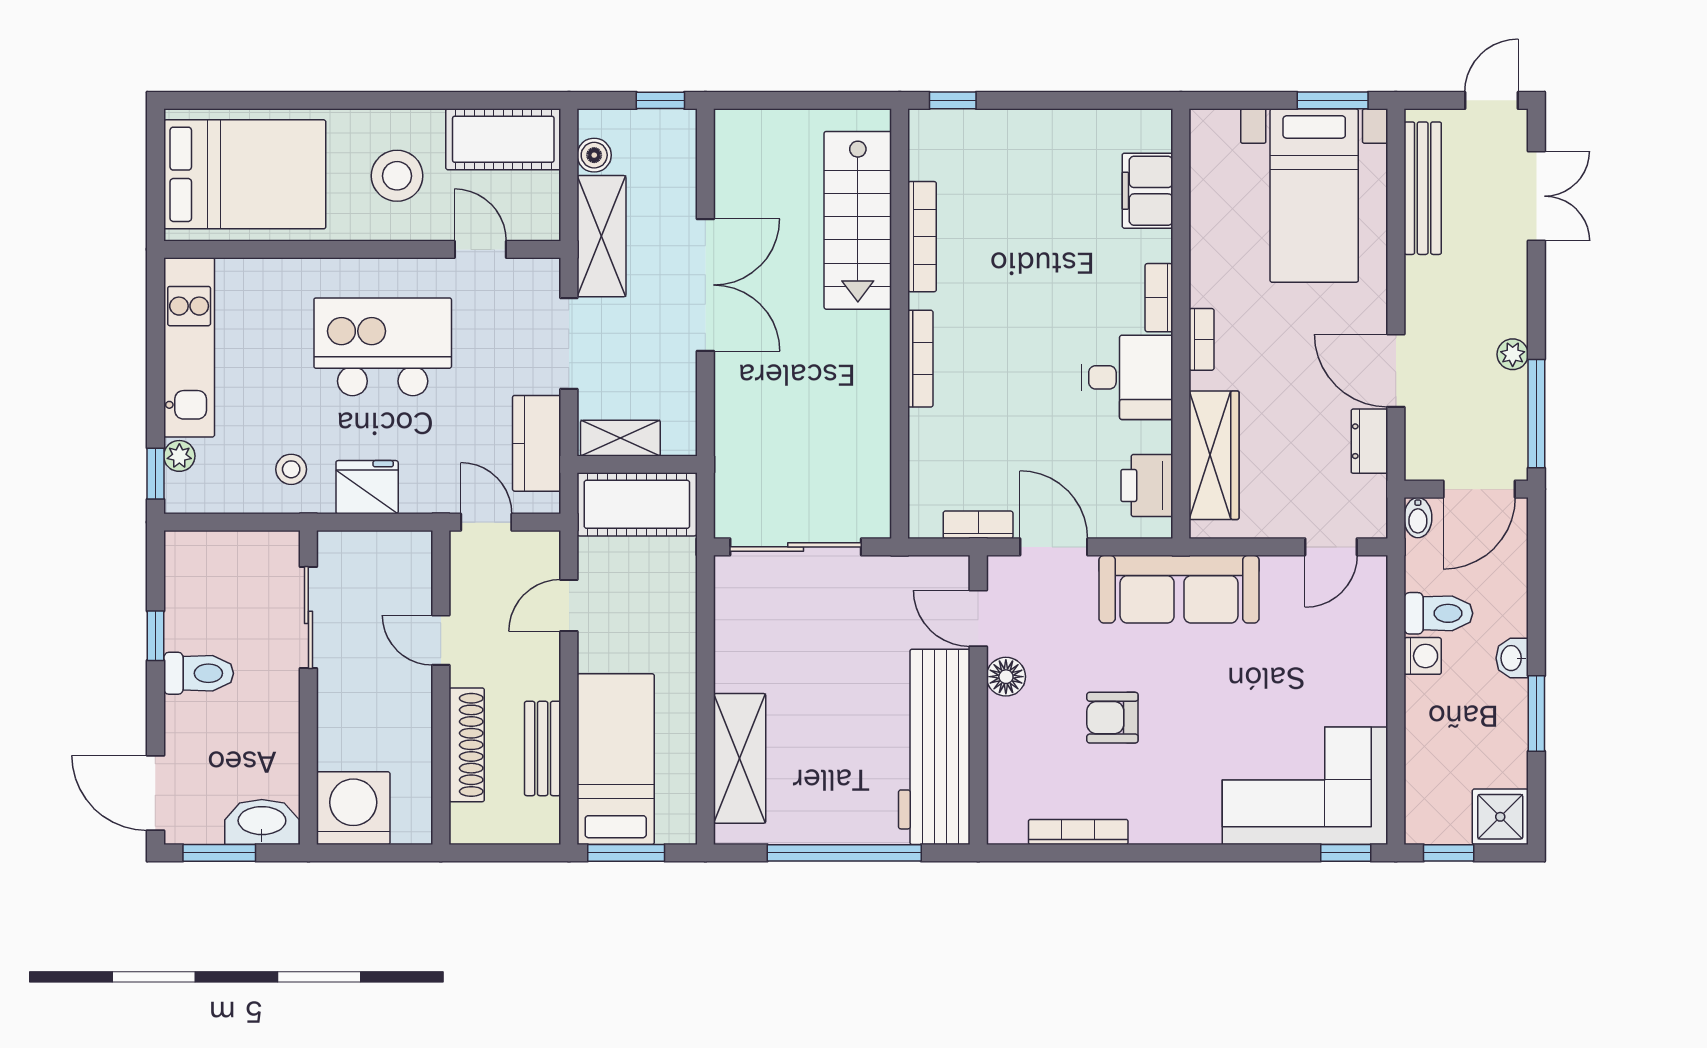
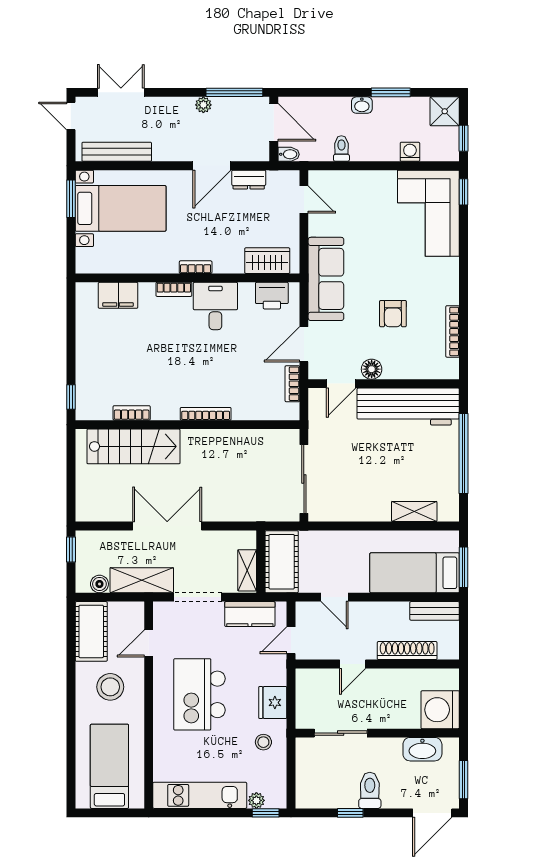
bed: (245, 174) -> (109, 766), width x0.67
bookcase: (922, 237) -> (132, 413), width x0.64
wardrobe: (1214, 455) -> (267, 261), width x0.67
toilet: (1438, 613) -> (341, 149), width x0.73, depth x0.72
washing machine: (1423, 656) -> (410, 152), moved
bench: (543, 748) -> (435, 611), moved
shelving: (740, 758) -> (414, 512), width x0.67, depth x0.75
washbasin: (262, 822) -> (422, 749), moved, turned -90

